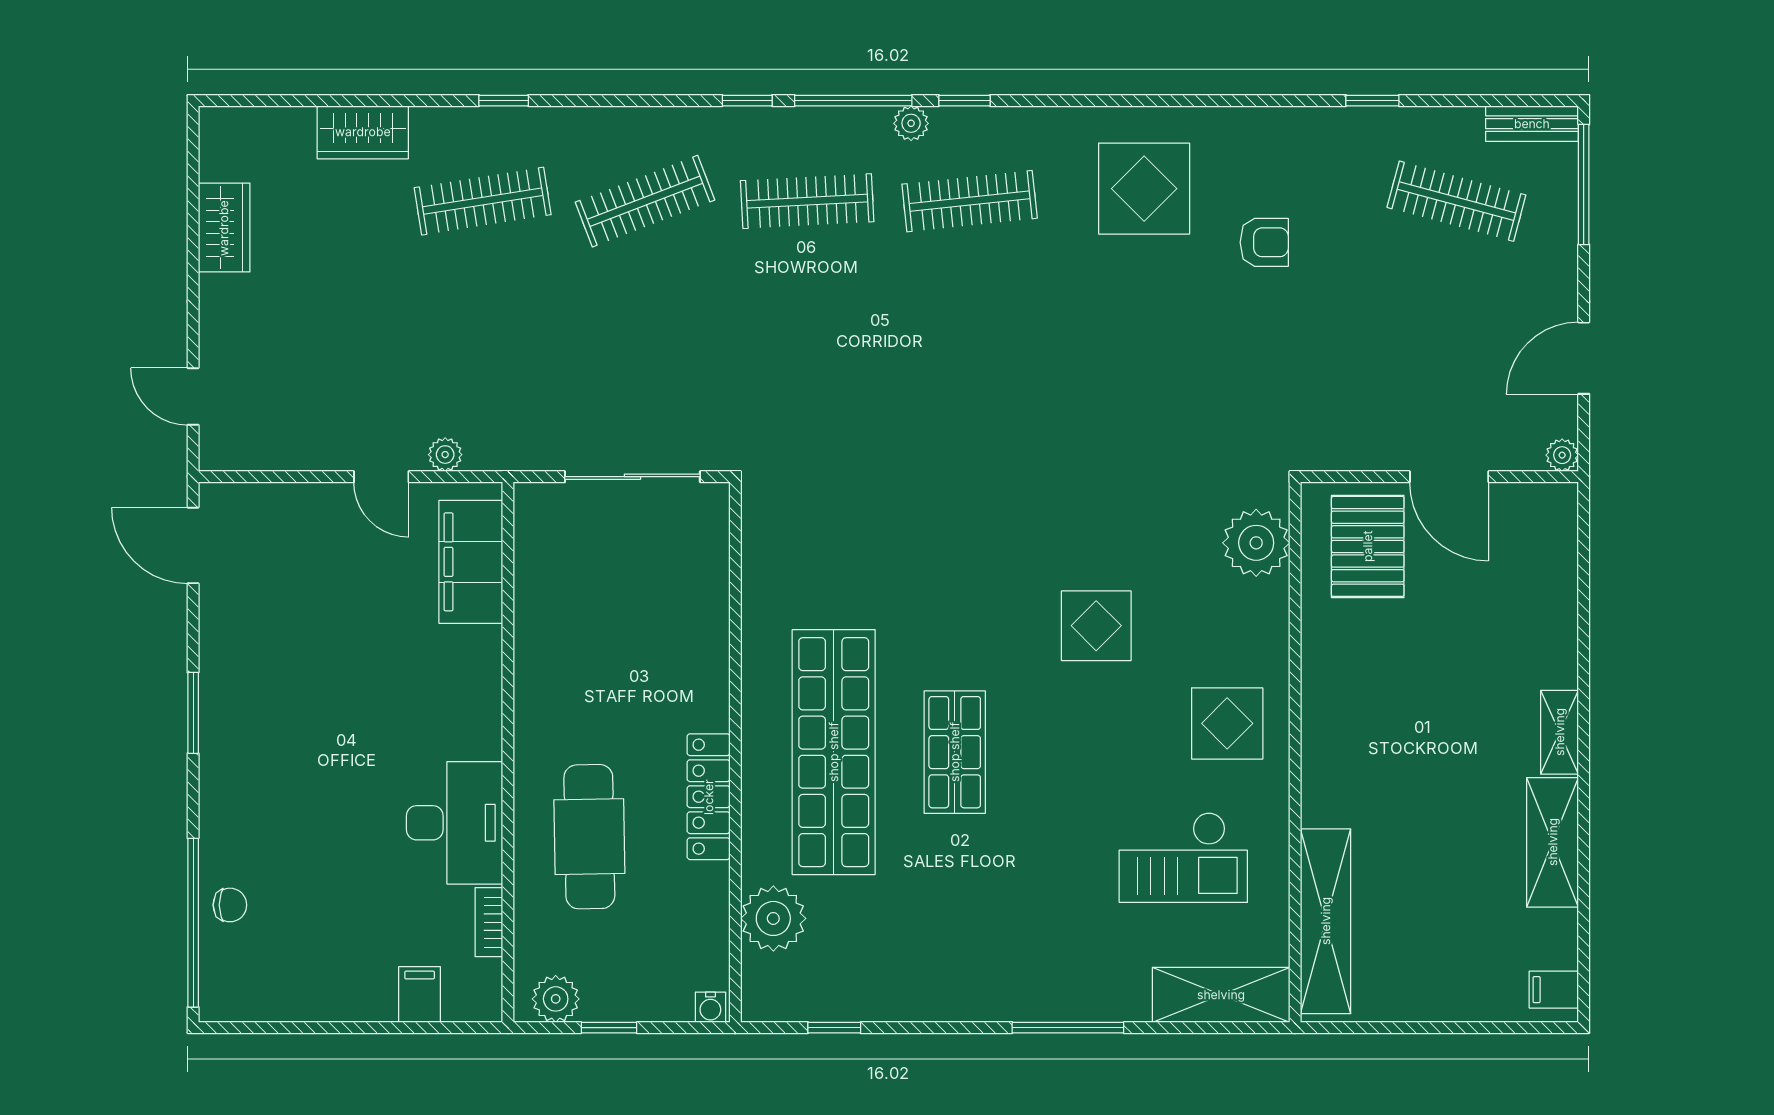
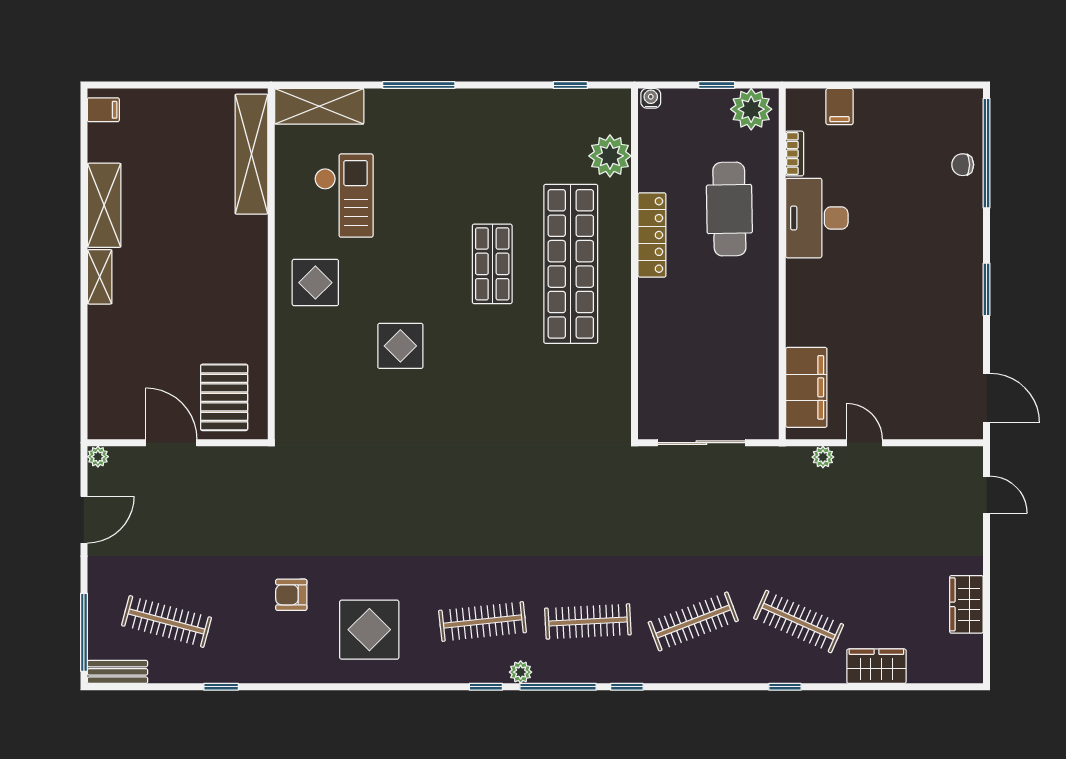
clothes rail: (483, 201) -> (799, 621), turned 33
plant: (1256, 543) -> (297, 400), removed
checkout: (1183, 857) -> (344, 196), turned 90
plant: (556, 999) -> (751, 109), width x1.36, depth x1.36

